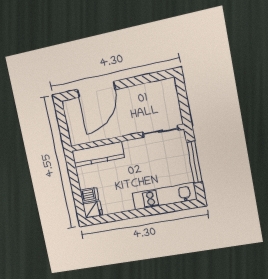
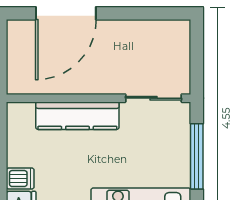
kitchen counter: (98, 154) -> (77, 116), moved

